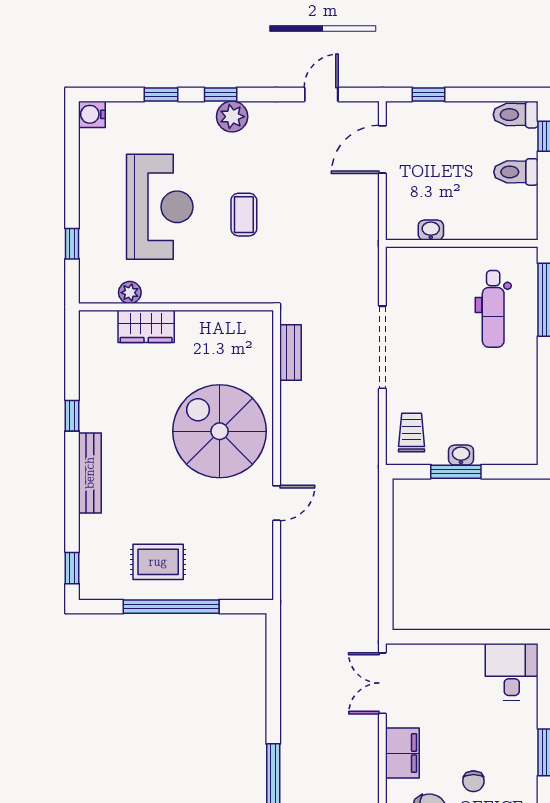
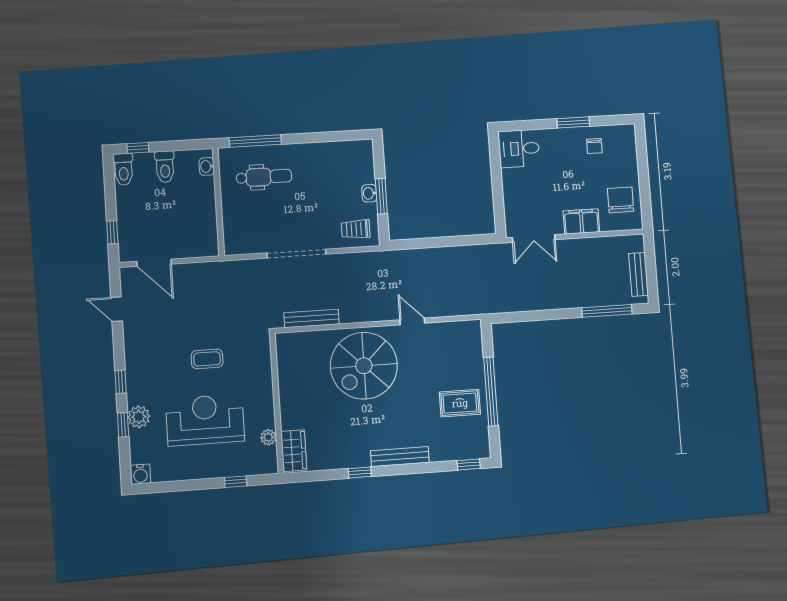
plant: (232, 117) -> (139, 417), moved
washbasin: (431, 230) -> (207, 166), moved
wardrobe: (146, 326) -> (294, 451), moved
bench: (290, 353) -> (312, 318), width x1.36
rug: (158, 562) -> (460, 403), turned 90
chair: (473, 781) -> (594, 146), moved, turned 90

